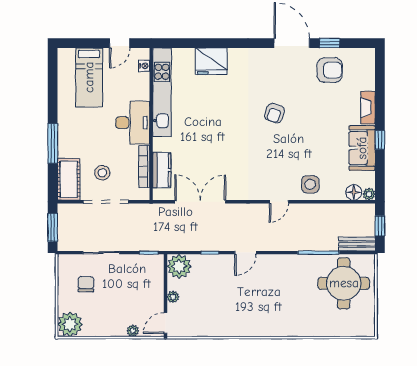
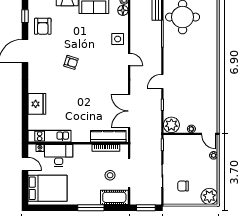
window: (330, 43) -> (25, 16), moved
armchair: (330, 70) -> (43, 26), turned 180
bed: (89, 77) -> (48, 188), width x1.50
kitchen unit: (162, 92) -> (49, 136), width x0.73
desk: (133, 123) -> (59, 155), moved
kitchen counter: (162, 170) -> (108, 136), width x1.50
door: (245, 253) -> (162, 81), swing flipped

